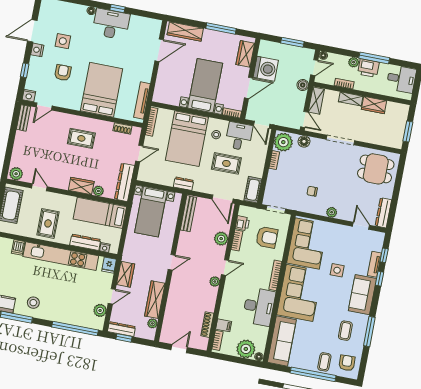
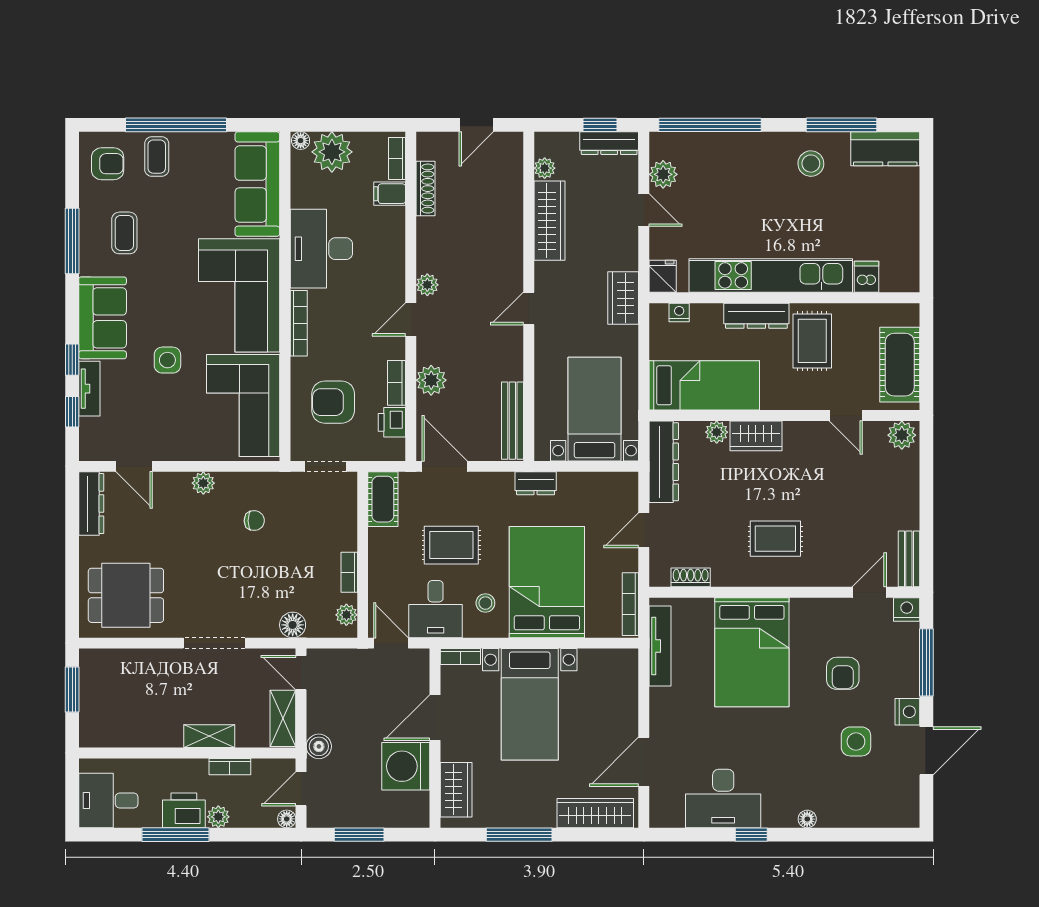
desk: (111, 24) -> (723, 798), moved
window: (25, 70) -> (926, 662), width x2.17
wardrobe: (374, 105) -> (156, 733), removed
plant: (283, 142) -> (346, 615), width x0.53, depth x0.53
dresser: (85, 242) -> (756, 316), moved
wardrobe: (126, 274) -> (623, 298), moved
door: (112, 296) -> (644, 210), swing flipped
armchair: (347, 363) -> (108, 164), turned -88

